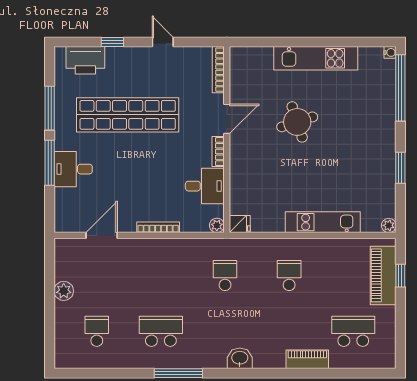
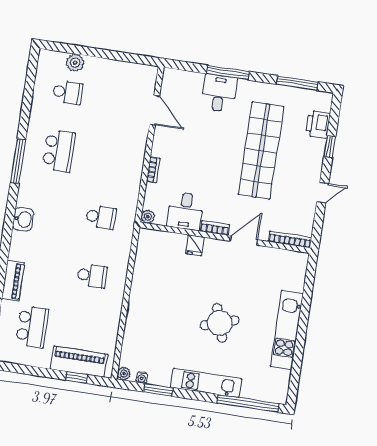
water cooler: (390, 52) -> (142, 378), moved
printer: (85, 60) -> (318, 125), width x0.73, depth x0.84
window: (50, 108) -> (297, 83), moved
door: (227, 119) -> (244, 240), swing flipped
round table: (297, 122) -> (220, 323), moved
window: (400, 168) -> (158, 390), moved
kitchen unit: (323, 222) -> (206, 383), moved, turned -90
fridge: (240, 224) -> (195, 245), moved
bookcase: (158, 227) -> (153, 170), width x0.64
plant: (64, 291) -> (75, 63), moved

